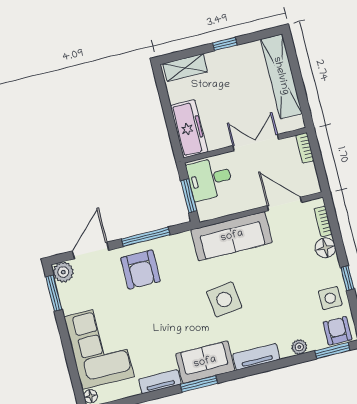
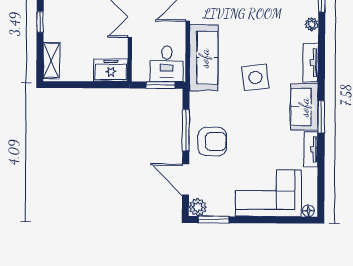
freezer: (189, 129) -> (111, 70), width x0.71
desk: (210, 179) -> (167, 64), moved

